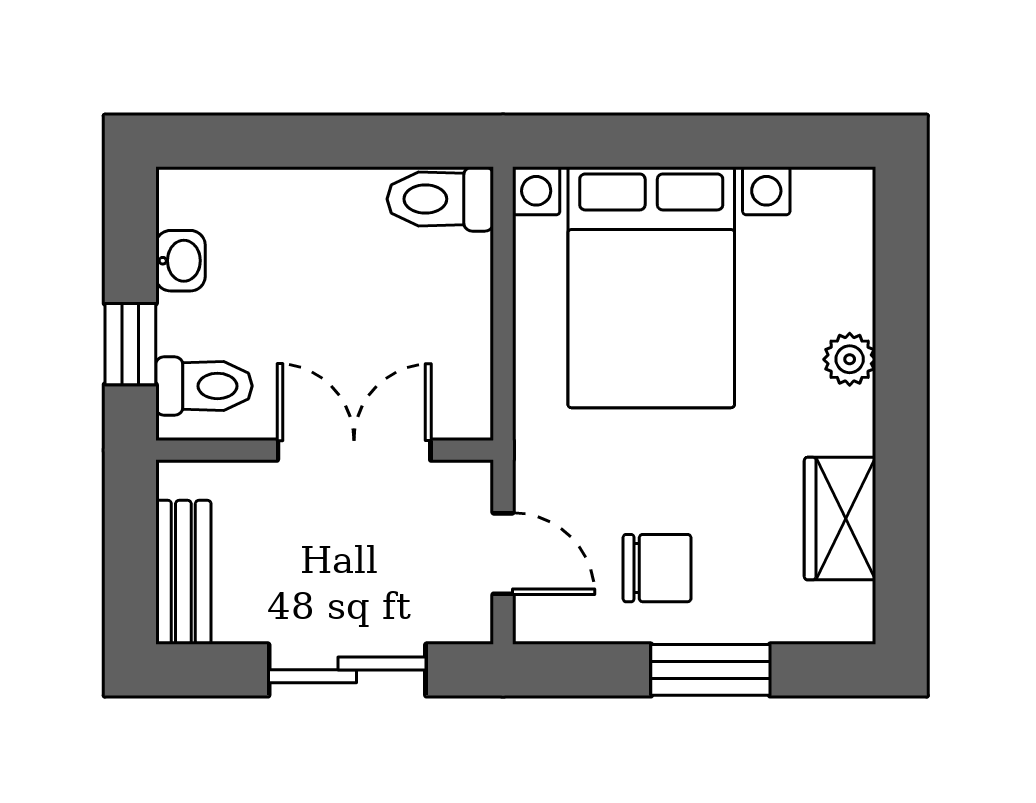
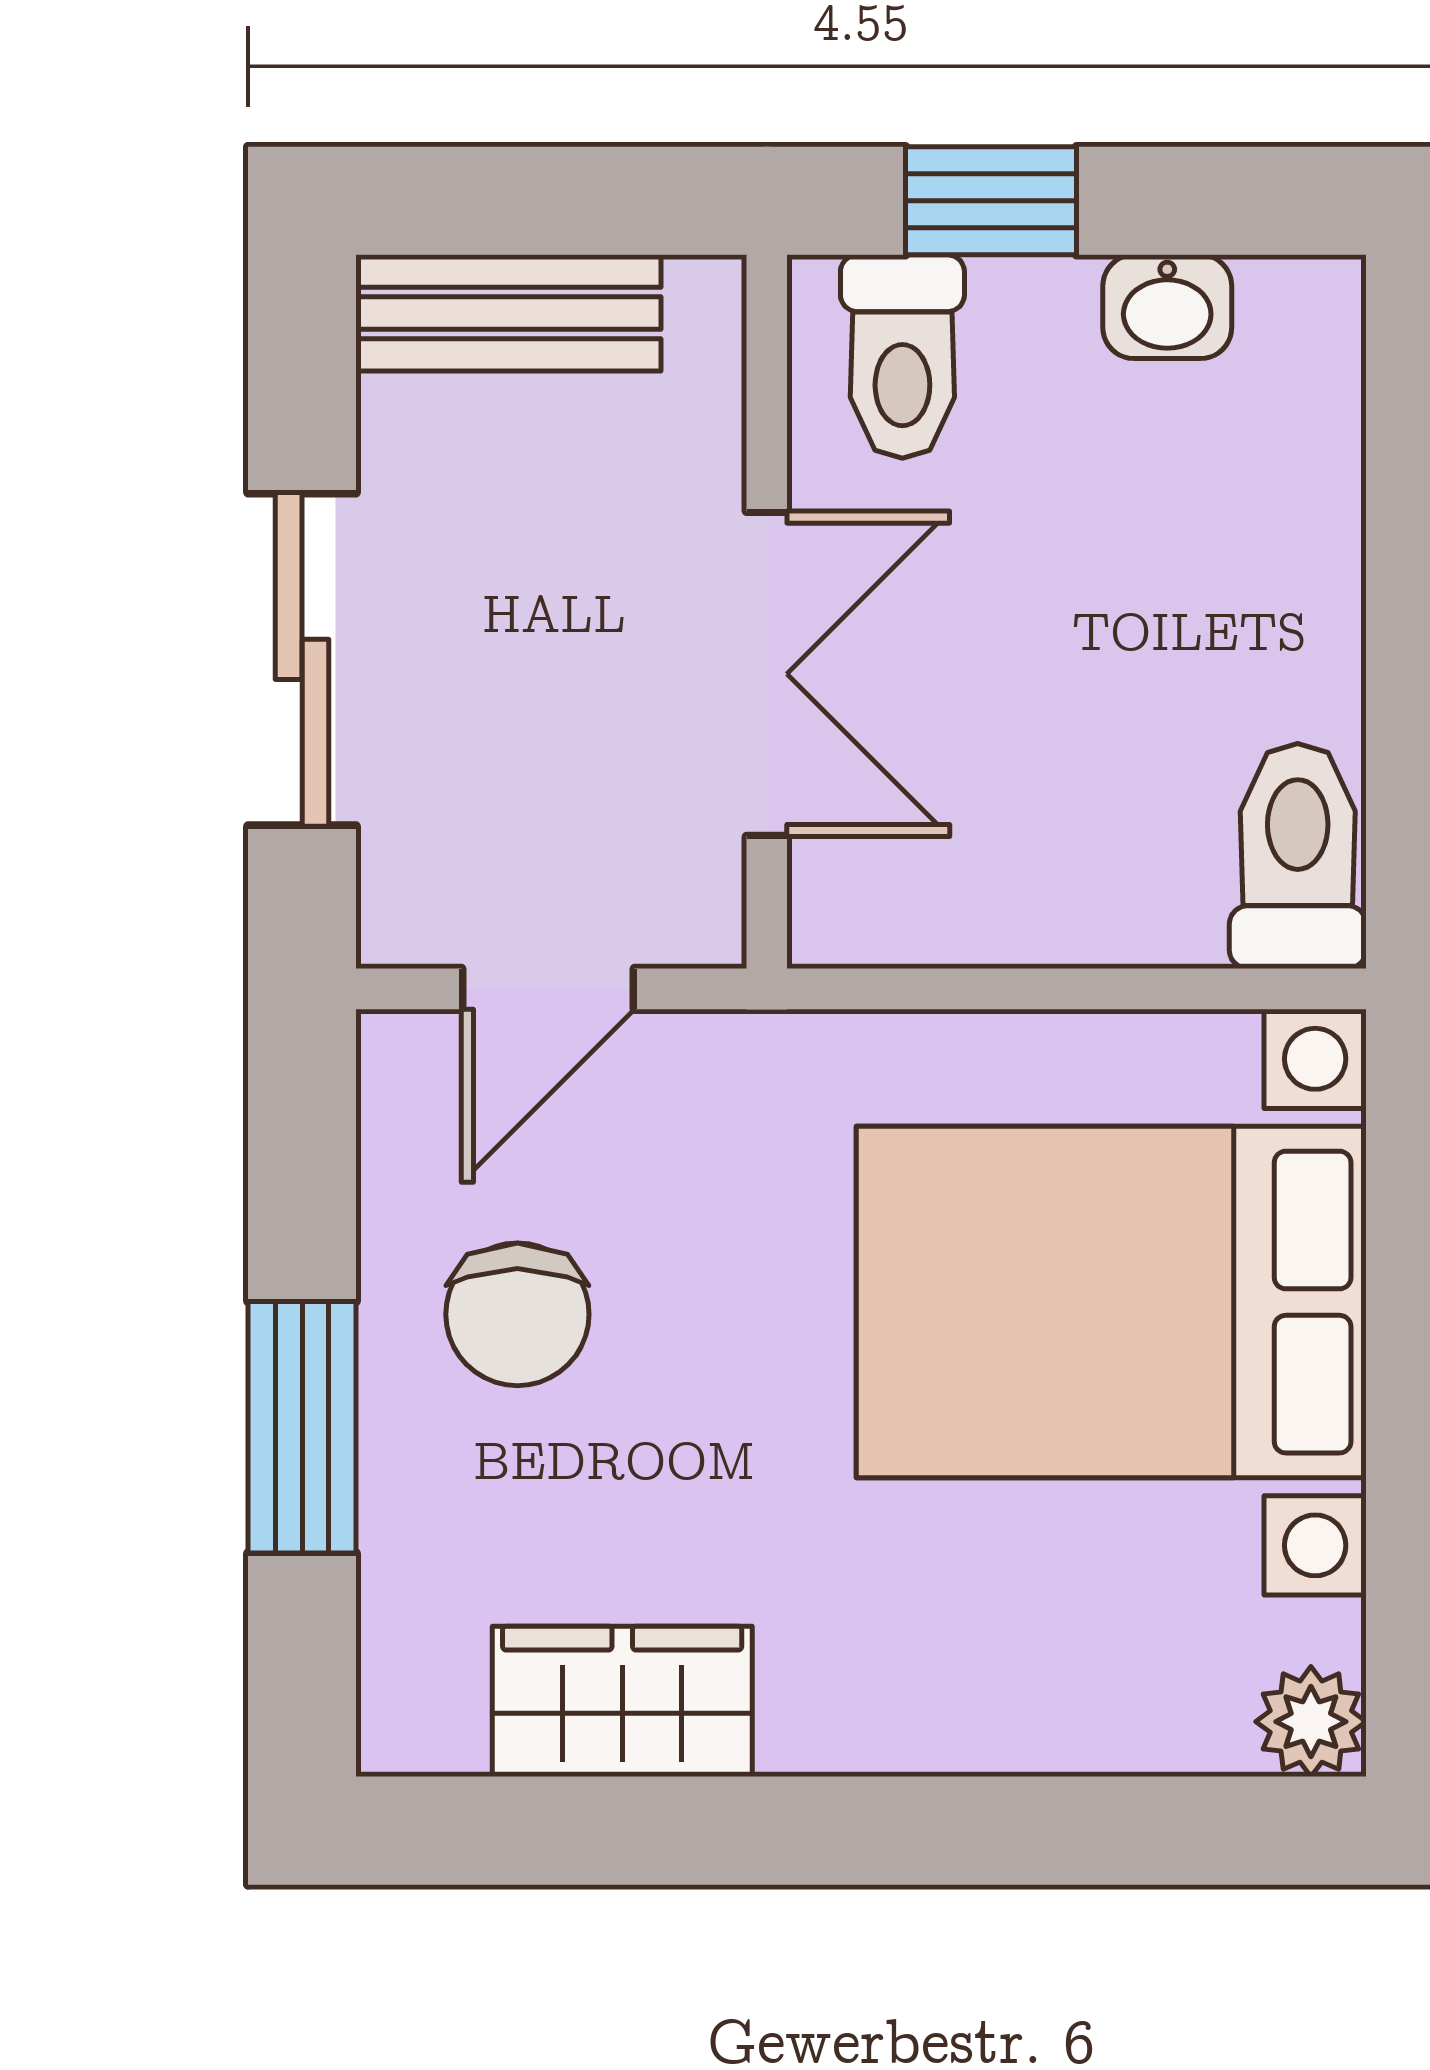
plant: (850, 359) -> (1311, 1722), moved

